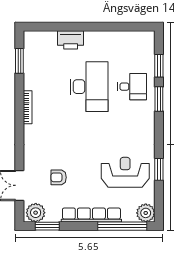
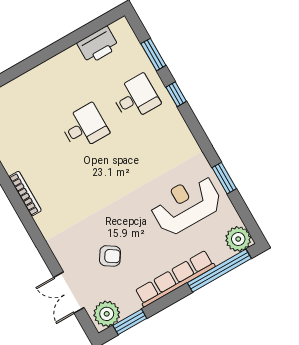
printer: (71, 40) -> (98, 45), moved
desk: (89, 87) -> (84, 127), width x0.53, depth x0.77
window: (159, 99) -> (176, 94), width x0.67
armchair: (59, 177) -> (110, 256), turned -147

